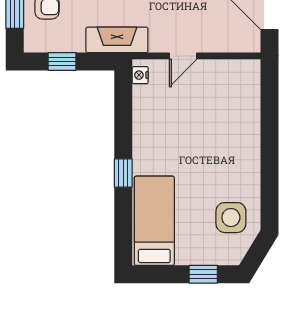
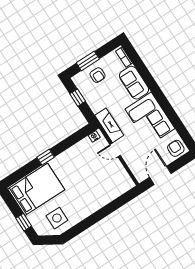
fireplace: (117, 40) -> (109, 125), moved
bed: (154, 221) -> (36, 189), width x1.50

